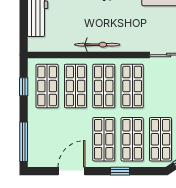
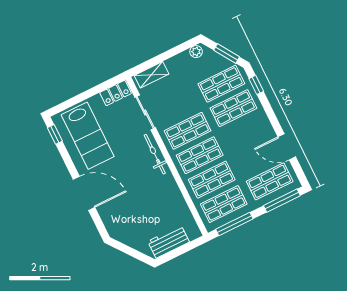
bicycle: (97, 45) -> (155, 154), moved
window: (24, 87) -> (234, 224), width x2.17
shop shelf: (104, 139) -> (270, 181), moved
window: (120, 171) -> (256, 85), moved

